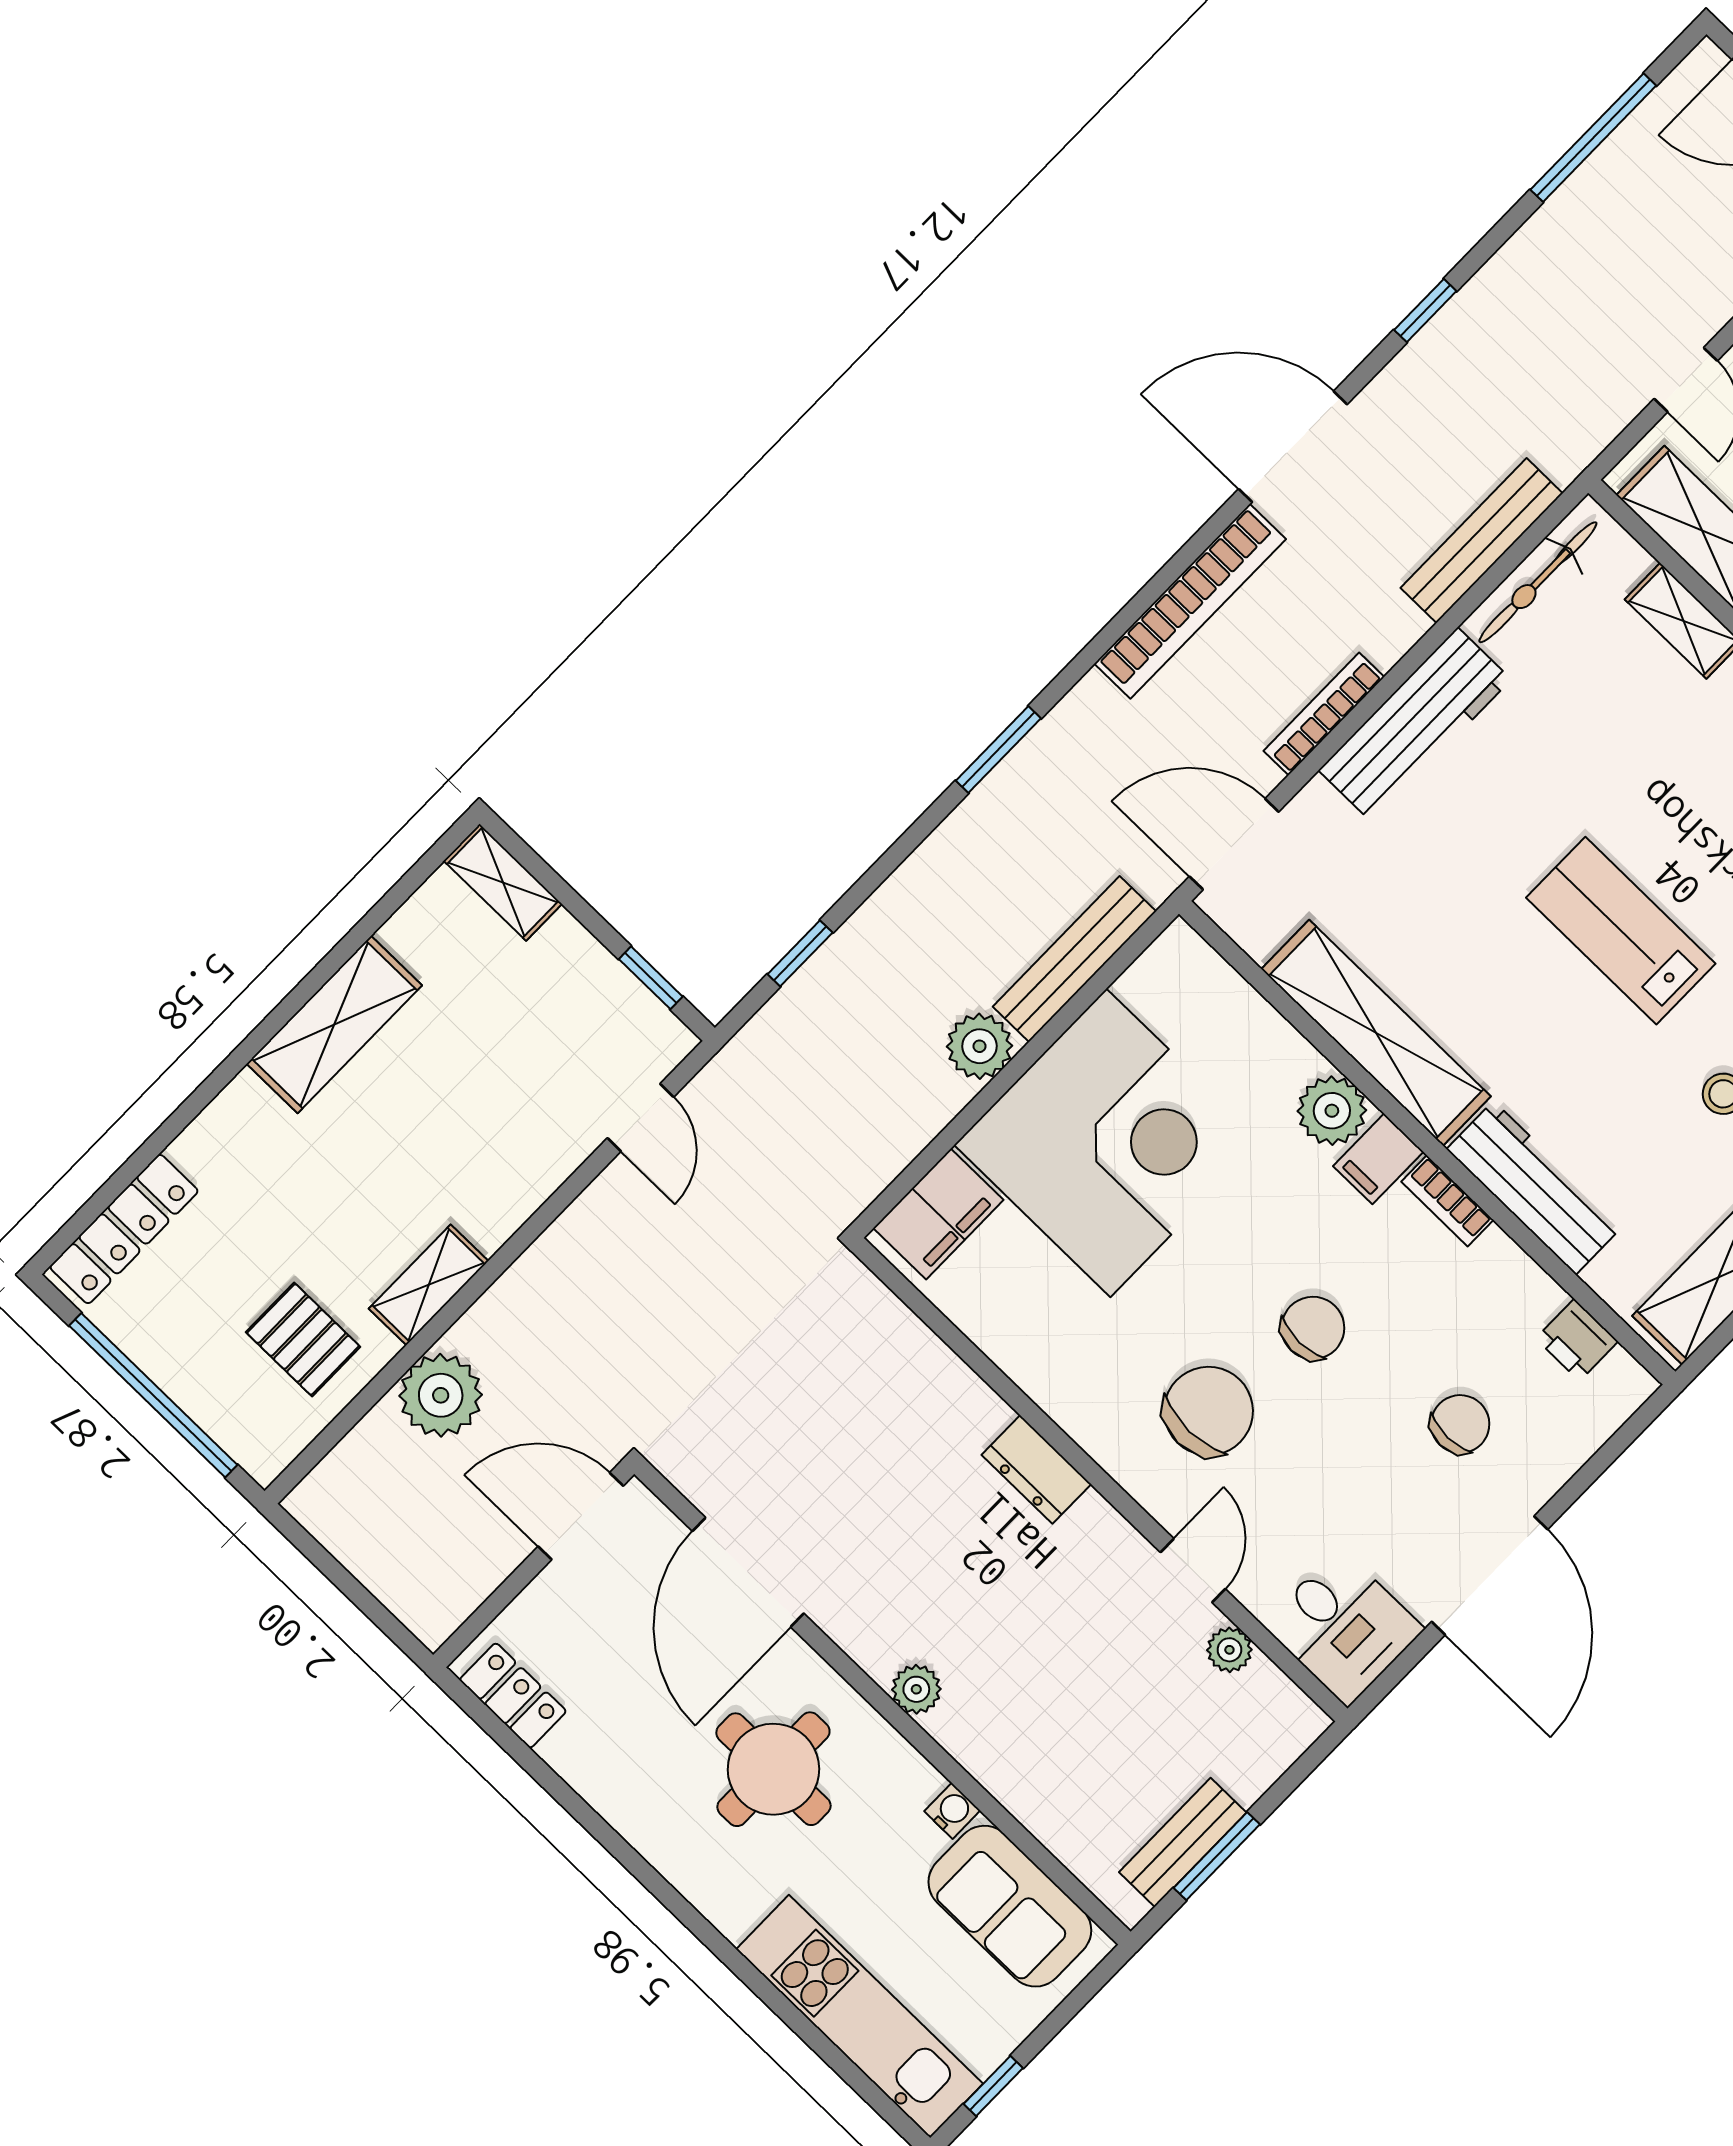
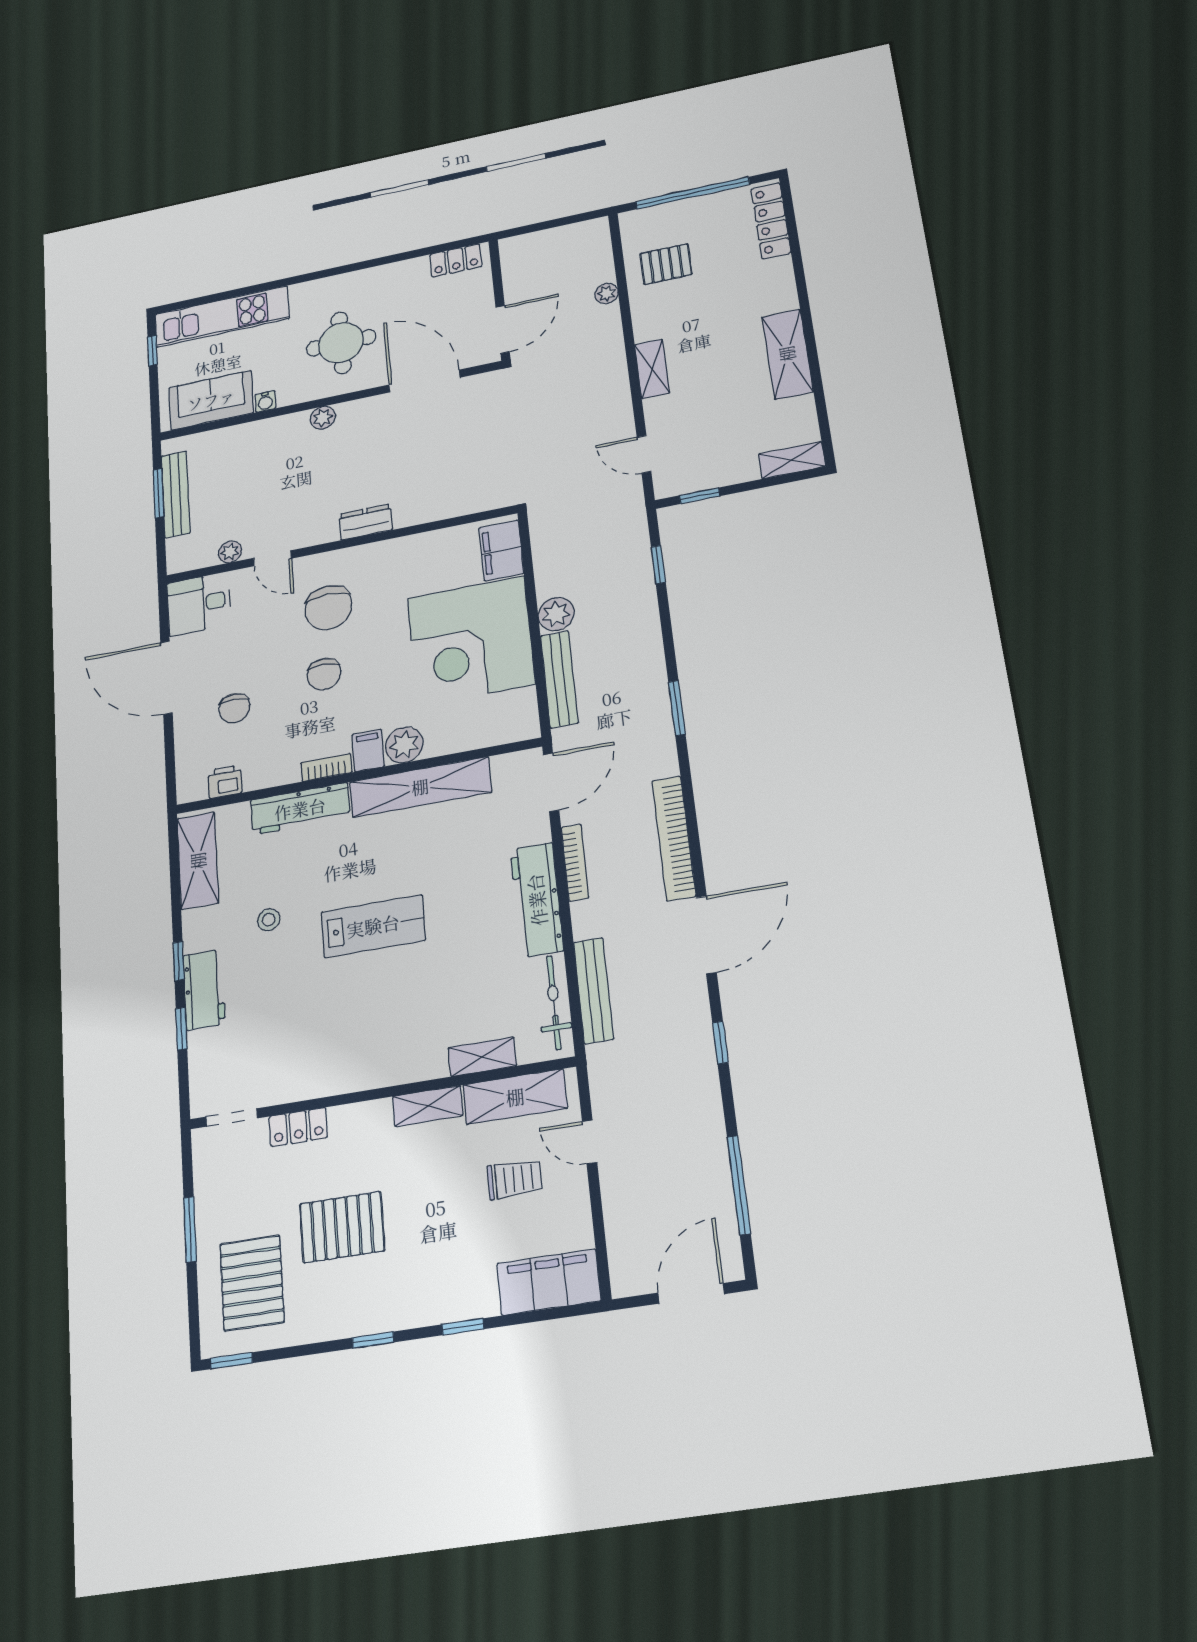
shelving: (429, 1285) -> (652, 369), moved
plant: (441, 1395) -> (606, 293), width x0.53, depth x0.53
bench: (1183, 1842) -> (176, 494), width x1.36

